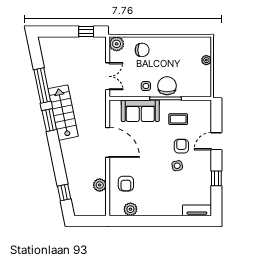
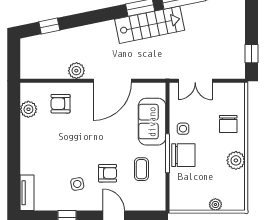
plant: (117, 44) -> (236, 160), moved
side table: (177, 166) -> (77, 184), moved
plant: (100, 185) -> (76, 71), moved

